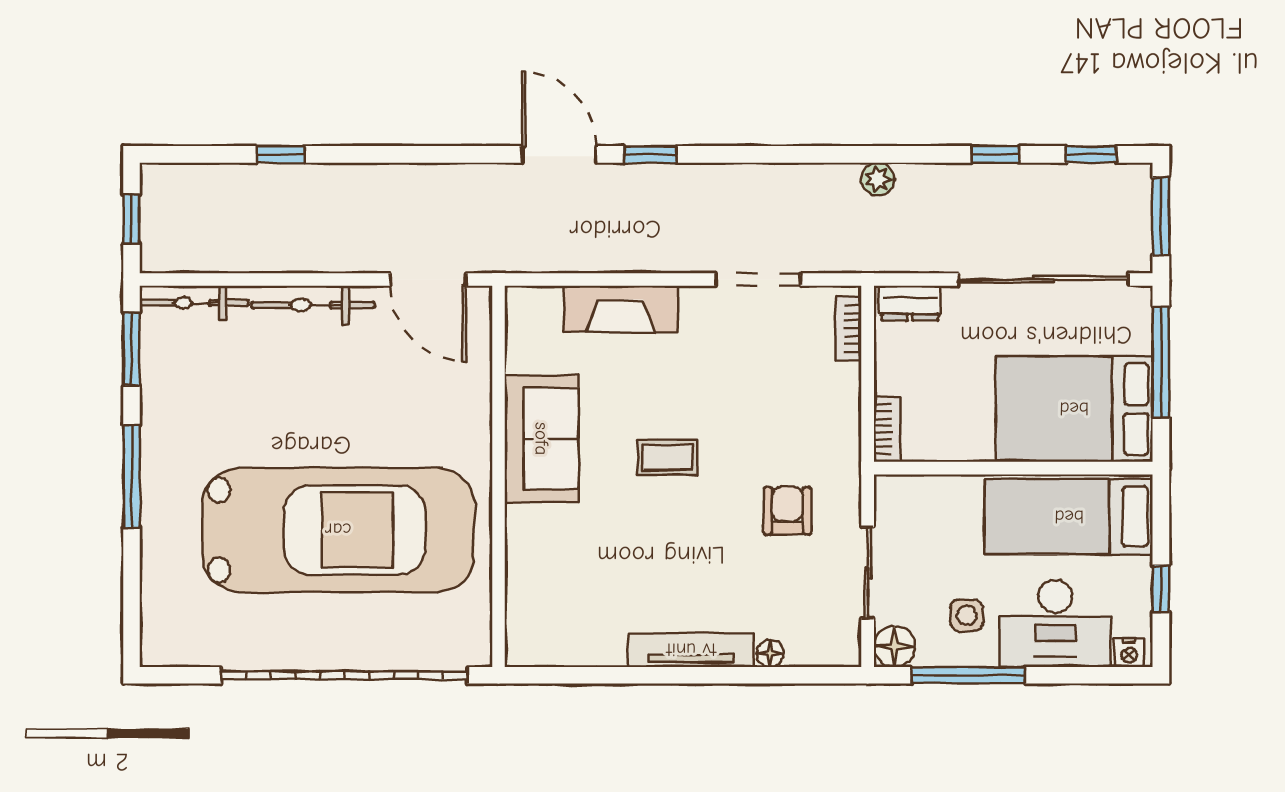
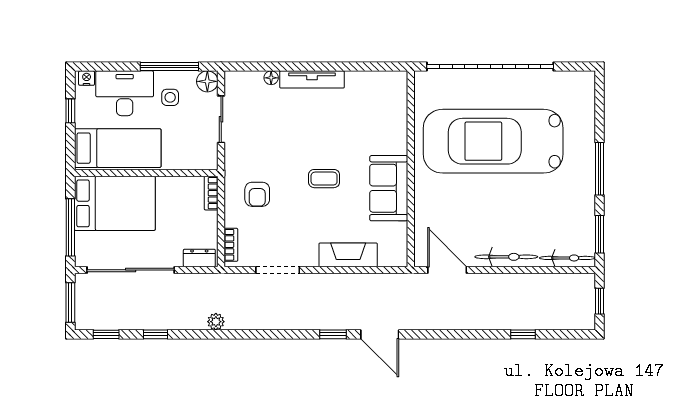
armchair: (787, 511) -> (257, 194), moved

